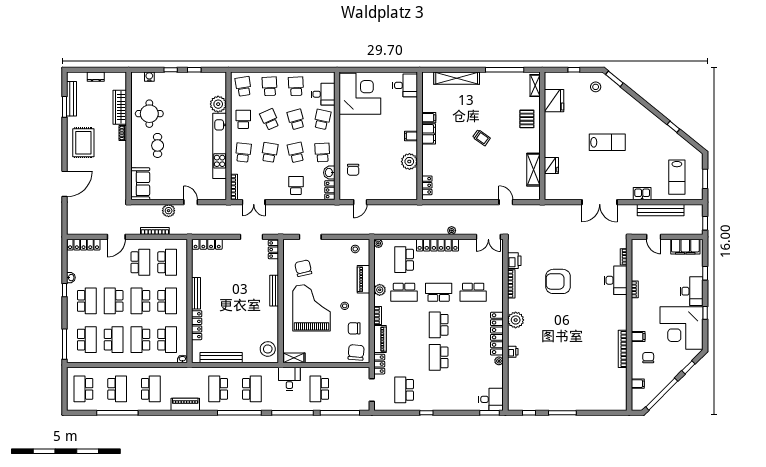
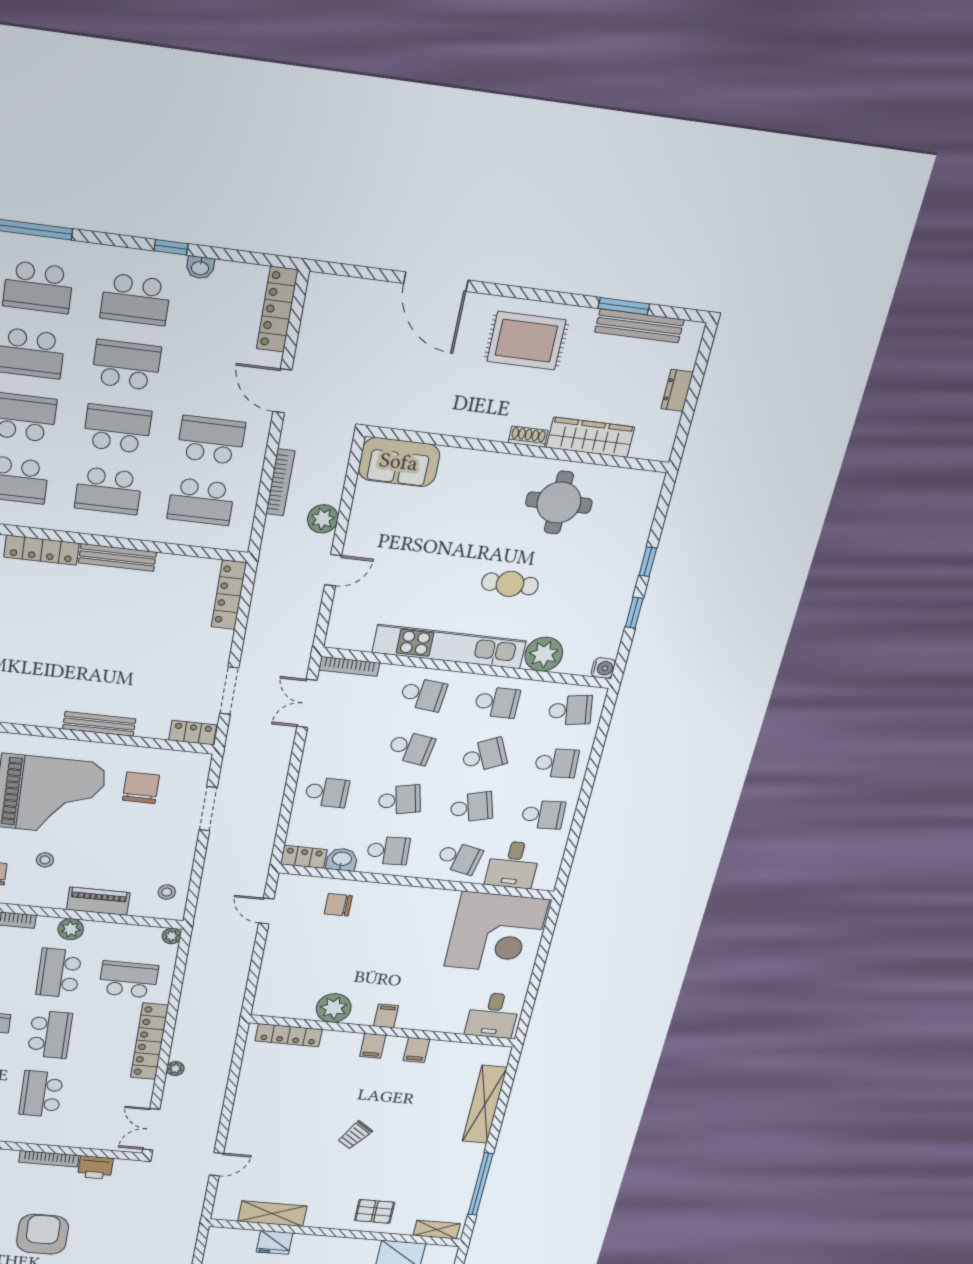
water cooler: (149, 77) -> (603, 668), moved
filing cabinet: (429, 134) -> (373, 1046), width x0.50
cafe table: (158, 145) -> (510, 584), moved
locker: (427, 185) -> (289, 1035), width x1.53
school desk: (140, 262) -> (211, 440), turned 180
chair: (303, 268) -> (141, 788), turned -77

